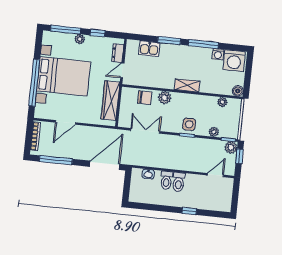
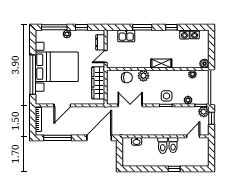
window: (203, 44) -> (171, 27), width x0.46
washing machine: (234, 61) -> (195, 34), width x0.53, depth x0.53
toilet: (166, 180) -> (173, 145), moved

